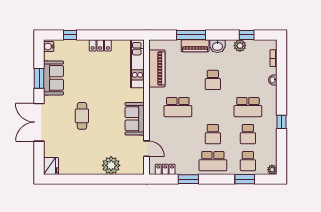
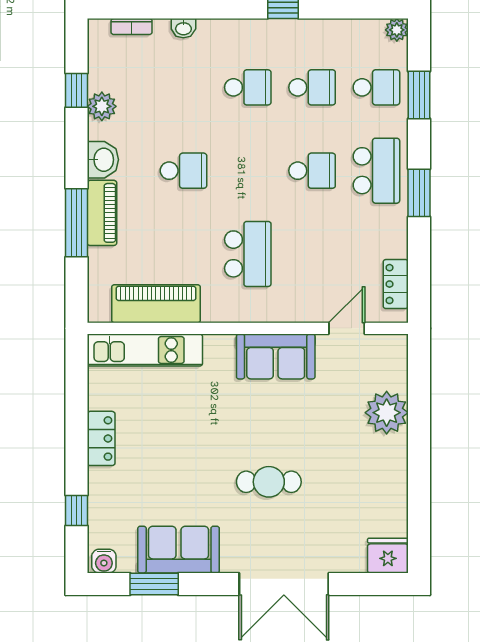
window: (39, 78) -> (154, 584), moved
school desk: (248, 107) -> (248, 87), width x0.54
window: (188, 179) -> (419, 193), moved

